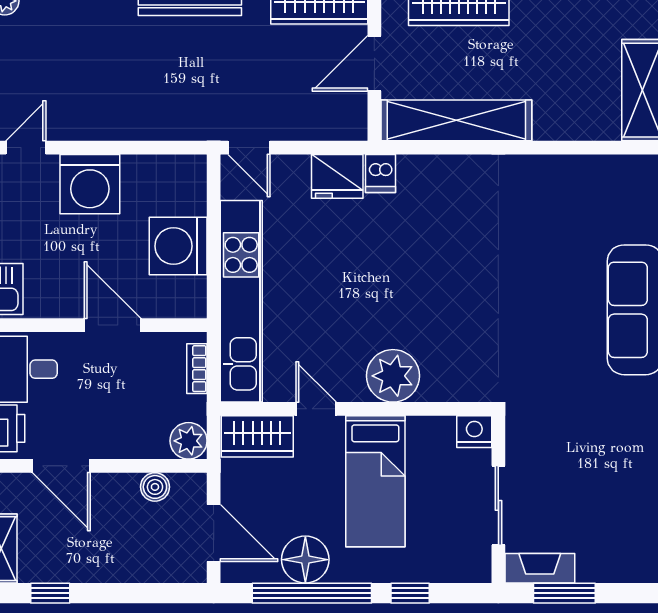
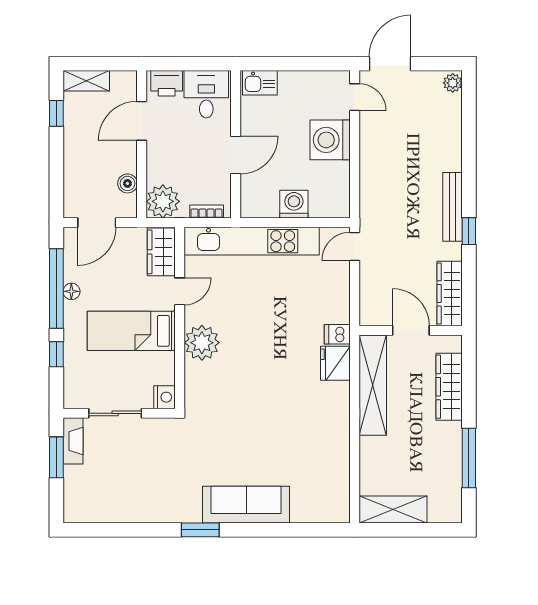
fridge: (337, 176) -> (335, 363), moved
washing machine: (178, 246) -> (294, 204), width x0.73, depth x0.73
plant: (189, 441) -> (163, 201), width x1.36, depth x1.36
floor lamp: (305, 560) -> (71, 291), width x0.53, depth x0.53

